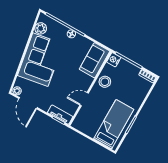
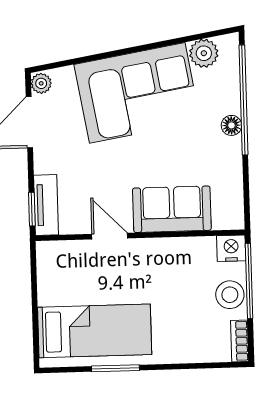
sofa: (95, 60) -> (172, 209), moved
stool: (105, 82) -> (230, 295), moved

